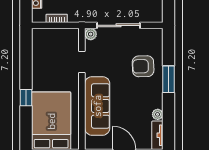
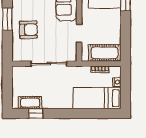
plant: (91, 34) -> (72, 56), removed
cot: (51, 38) -> (104, 53), added

